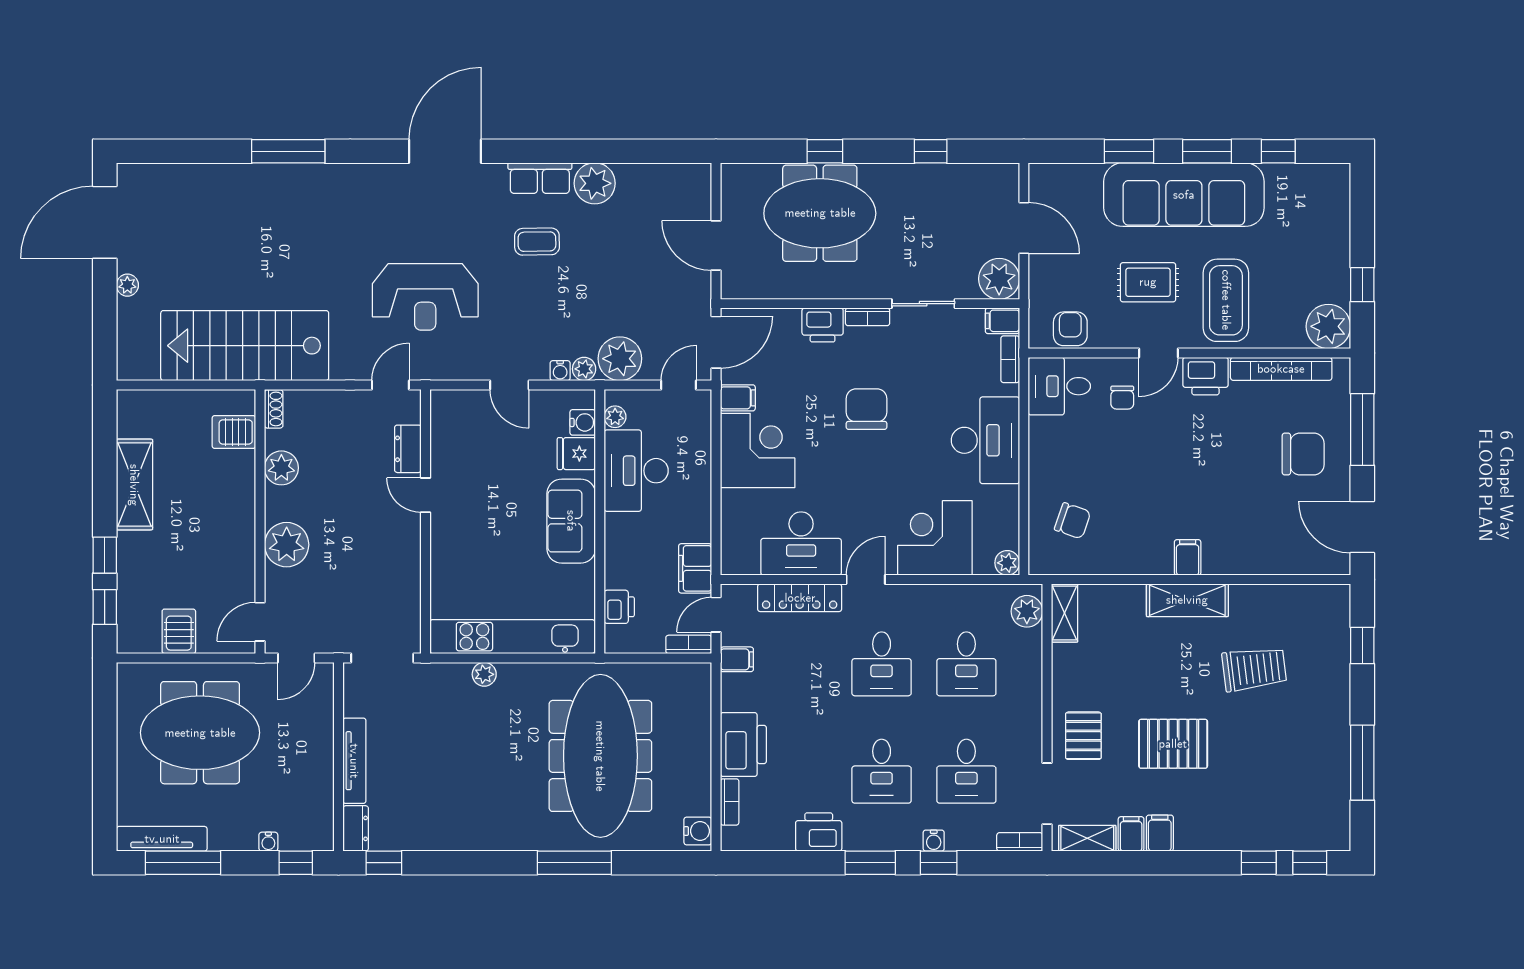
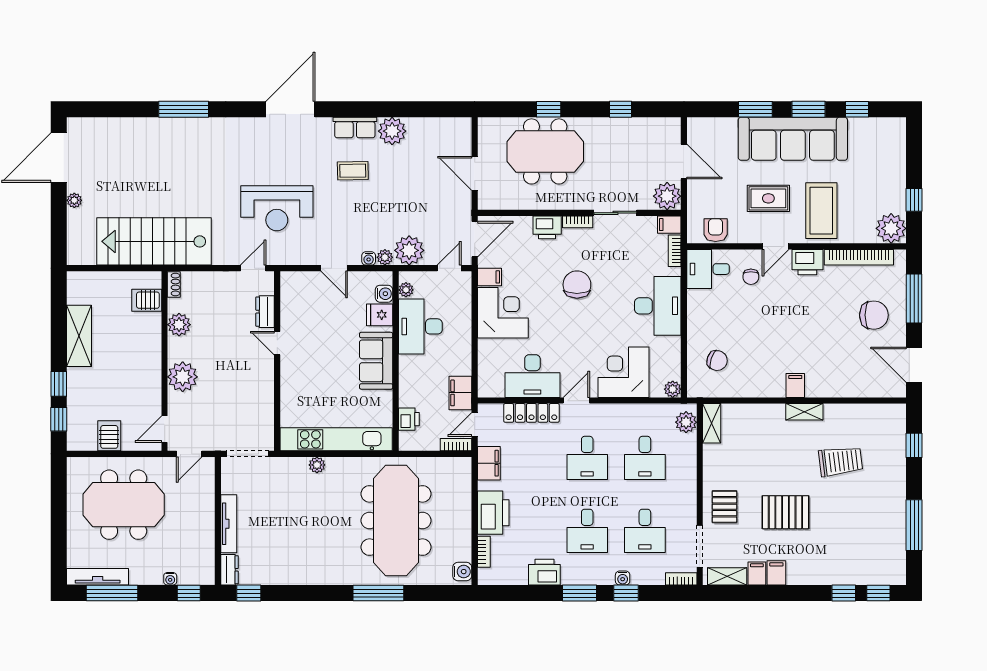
shelving: (1187, 600) -> (804, 412), width x0.67, depth x0.75
filing cabinet: (737, 659) -> (489, 463), width x2.00

